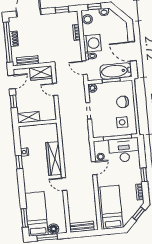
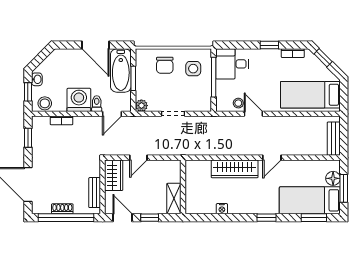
door: (132, 51) -> (95, 45), hinge flipped
desk: (124, 150) -> (232, 64), width x0.73
window: (19, 162) -> (267, 218), moved

